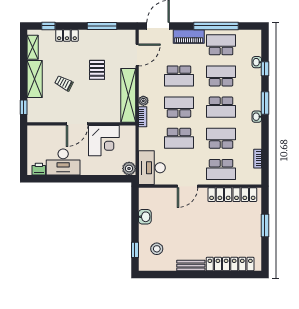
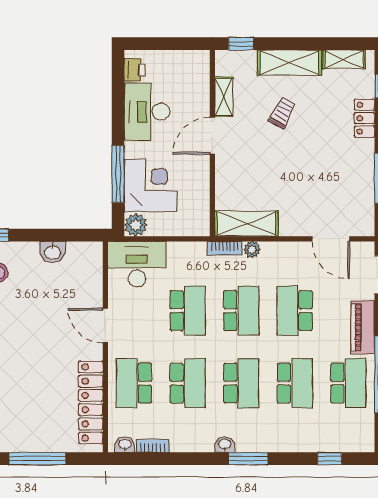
washbasin: (257, 62) -> (125, 445), moved
window: (265, 69) -> (330, 459), moved
pallet: (97, 70) -> (305, 170), removed
shelving: (128, 95) -> (246, 224), width x0.68
school desk: (221, 107) -> (241, 383), turned 180
shelving: (55, 117) -> (224, 97), added
door: (77, 124) -> (212, 136), hinge flipped
school desk: (179, 138) -> (188, 311), turned 180
corner desk: (104, 141) -> (150, 186), moved, turned 180
window: (99, 179) -> (118, 174), added
window: (265, 226) -> (37, 459), width x1.44

